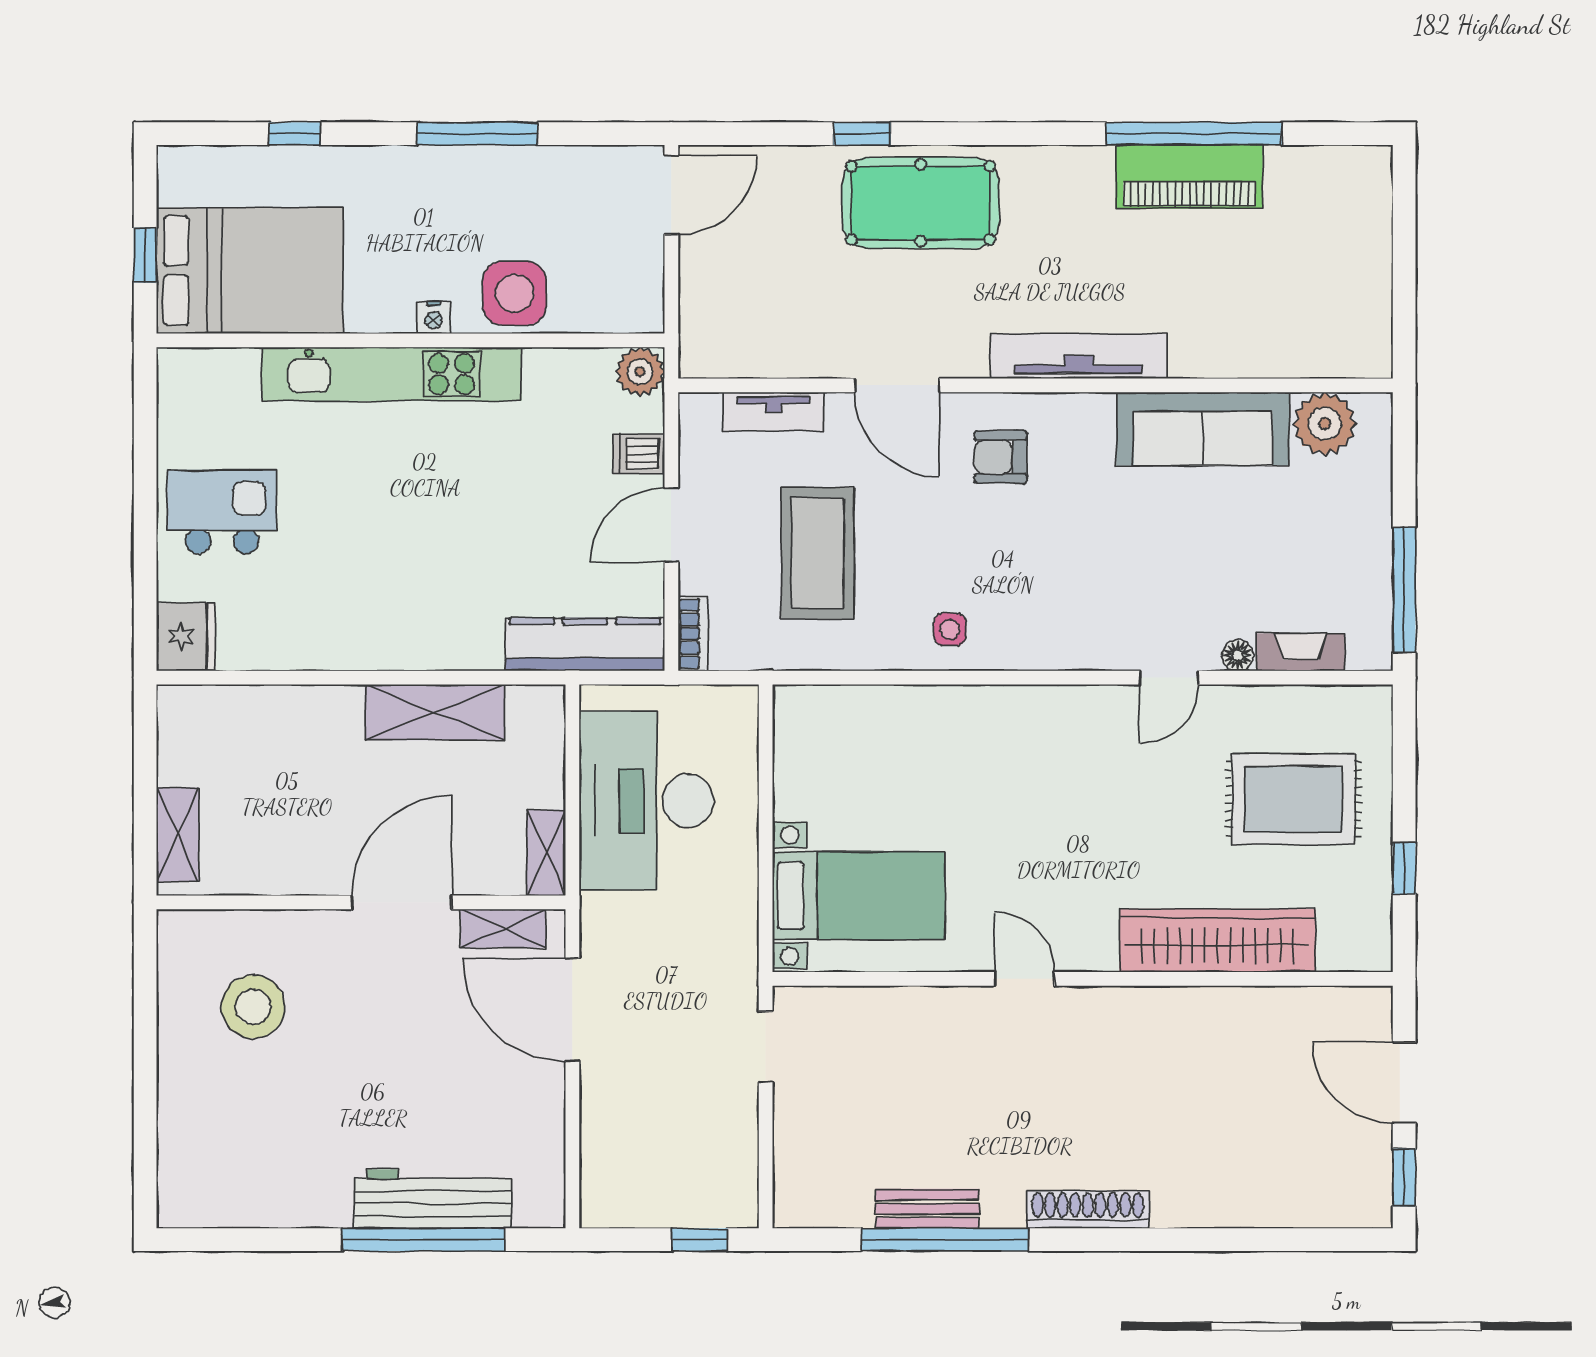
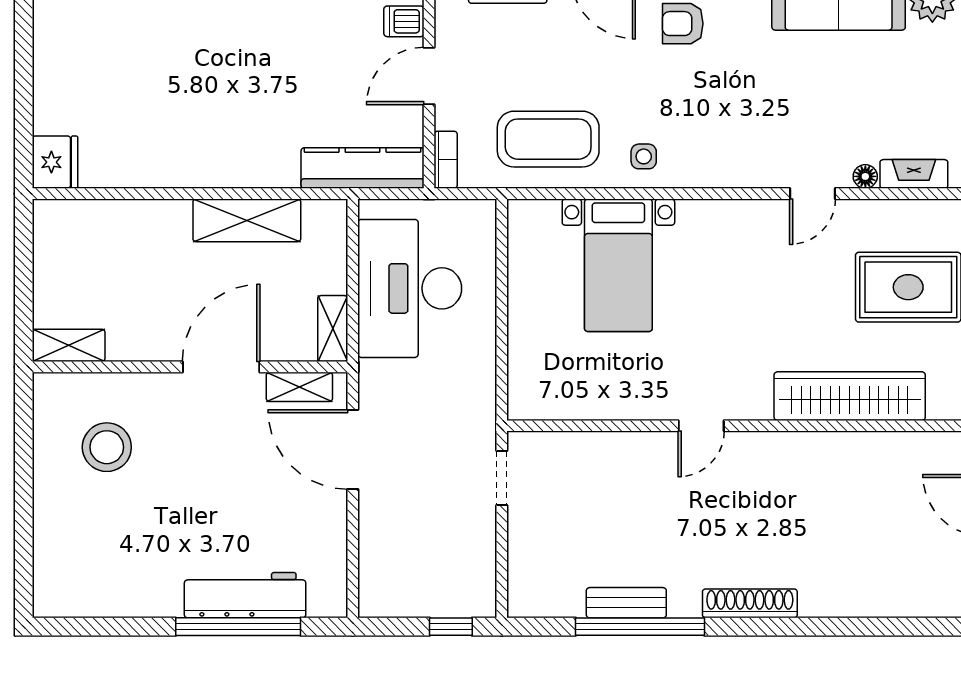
kitchen island: (222, 512) -> (83, 66), removed
coffee table: (818, 553) -> (548, 139), moved, turned 90
shelving: (178, 835) -> (69, 345), moved, turned 90
bed with nightstands: (859, 896) -> (618, 265), moved, turned 90
door: (1025, 979) -> (701, 426), swing flipped

